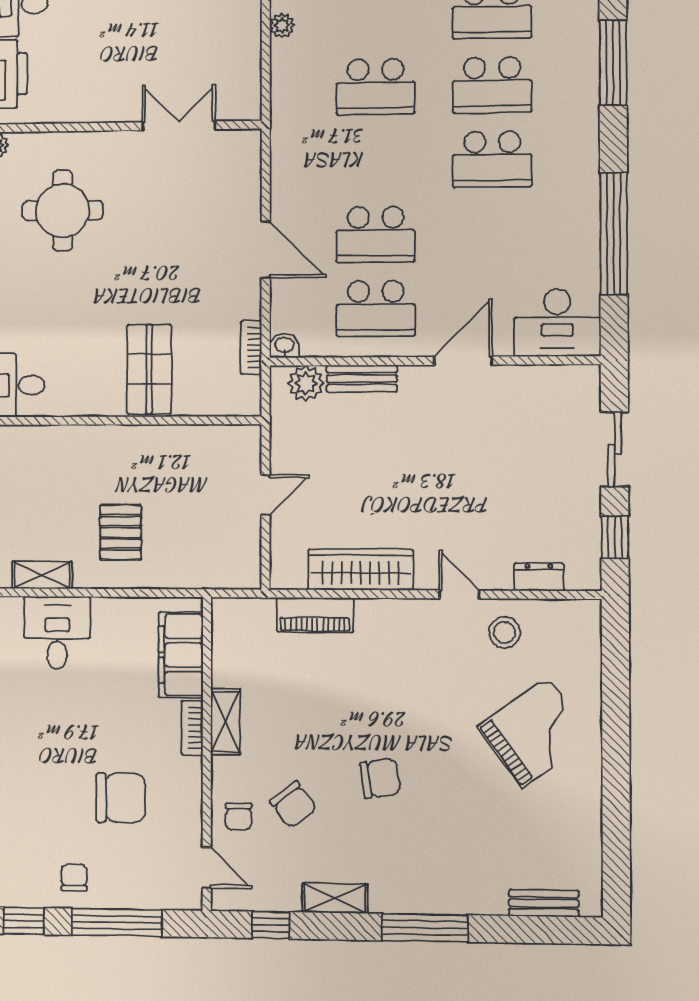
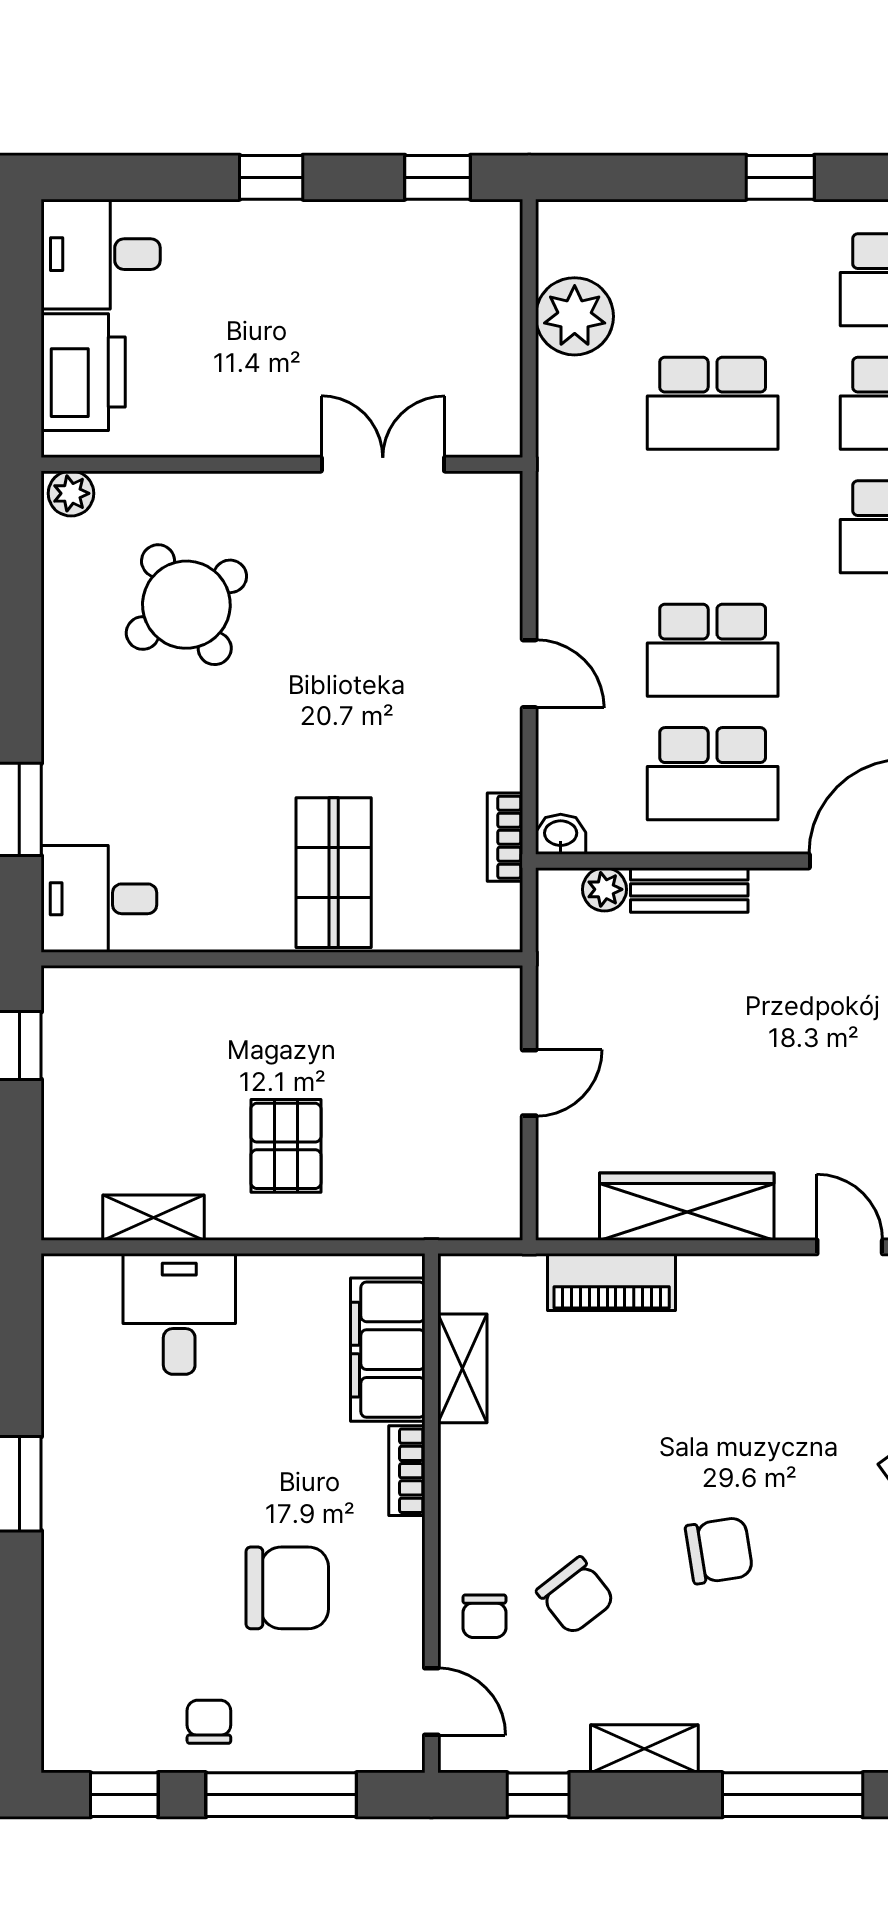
plant: (282, 26) -> (575, 316), width x1.88, depth x1.88
round table: (63, 210) -> (186, 605), turned -33
door: (266, 250) -> (529, 674), width x0.73
plant: (306, 383) -> (605, 889), width x0.73, depth x0.73
shelving: (225, 722) -> (462, 1368), moved

